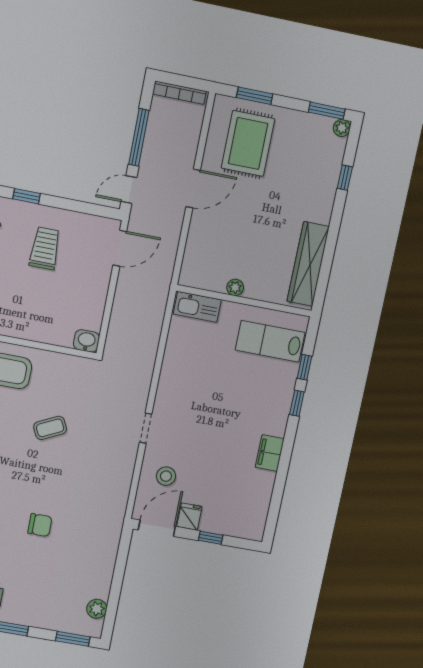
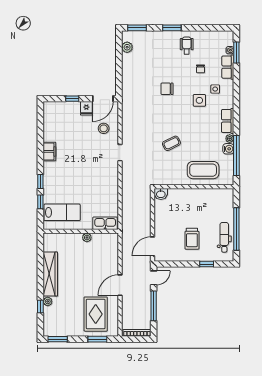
plant: (342, 128) -> (48, 301), moved
wardrobe: (308, 264) -> (50, 274), moved

